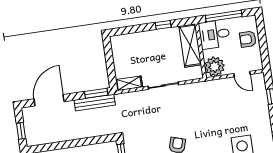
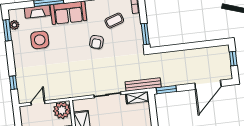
door: (242, 74) -> (38, 103), hinge flipped
bench: (95, 103) -> (143, 84), moved

